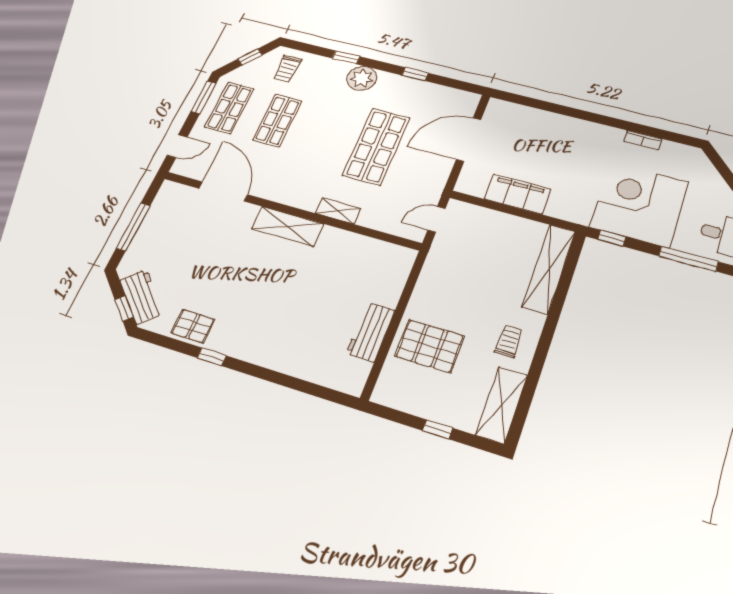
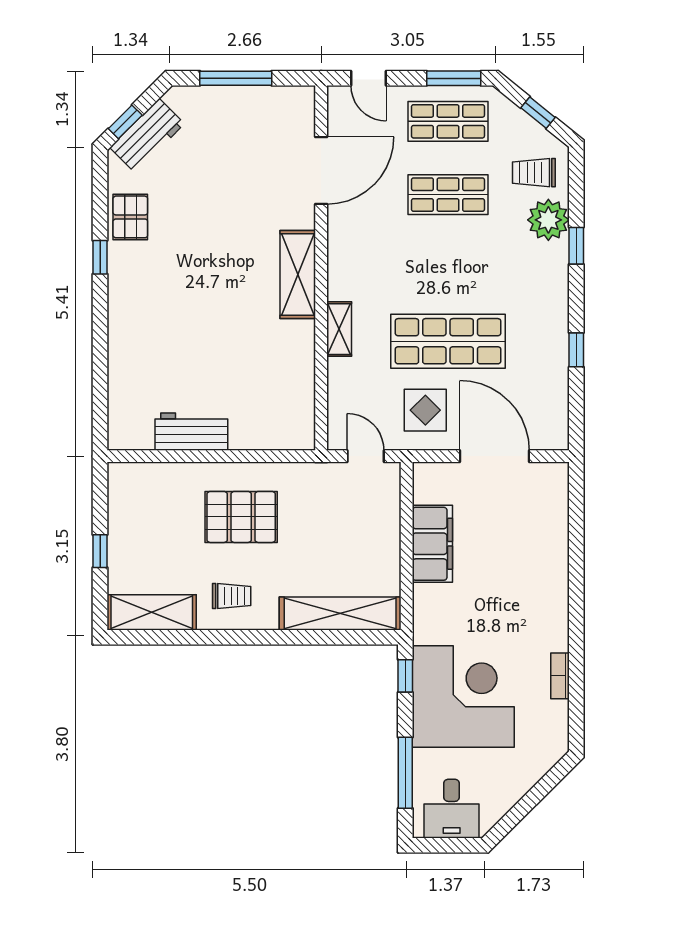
plant: (362, 78) -> (548, 220), moved
display table: (419, 173) -> (425, 410), added
pallet: (430, 346) -> (241, 517), moved, turned 90

